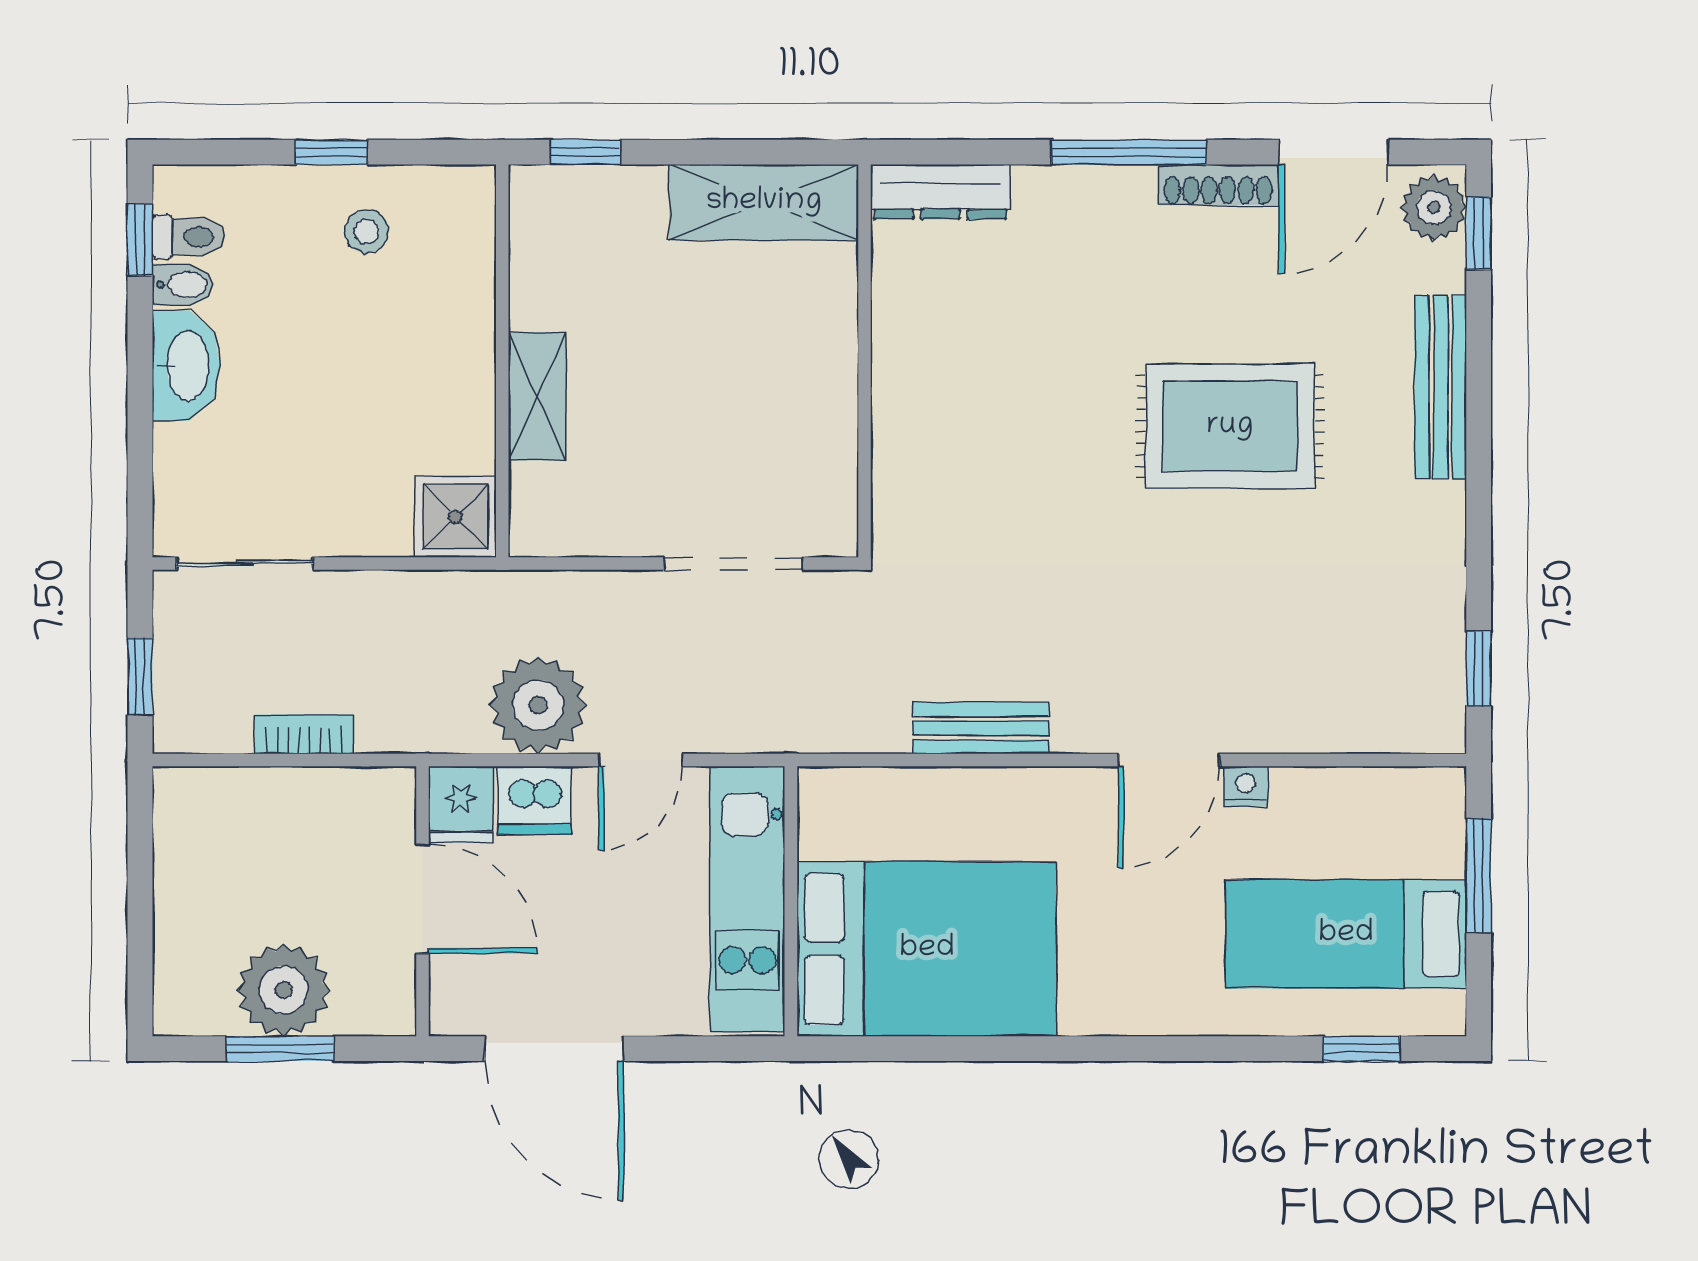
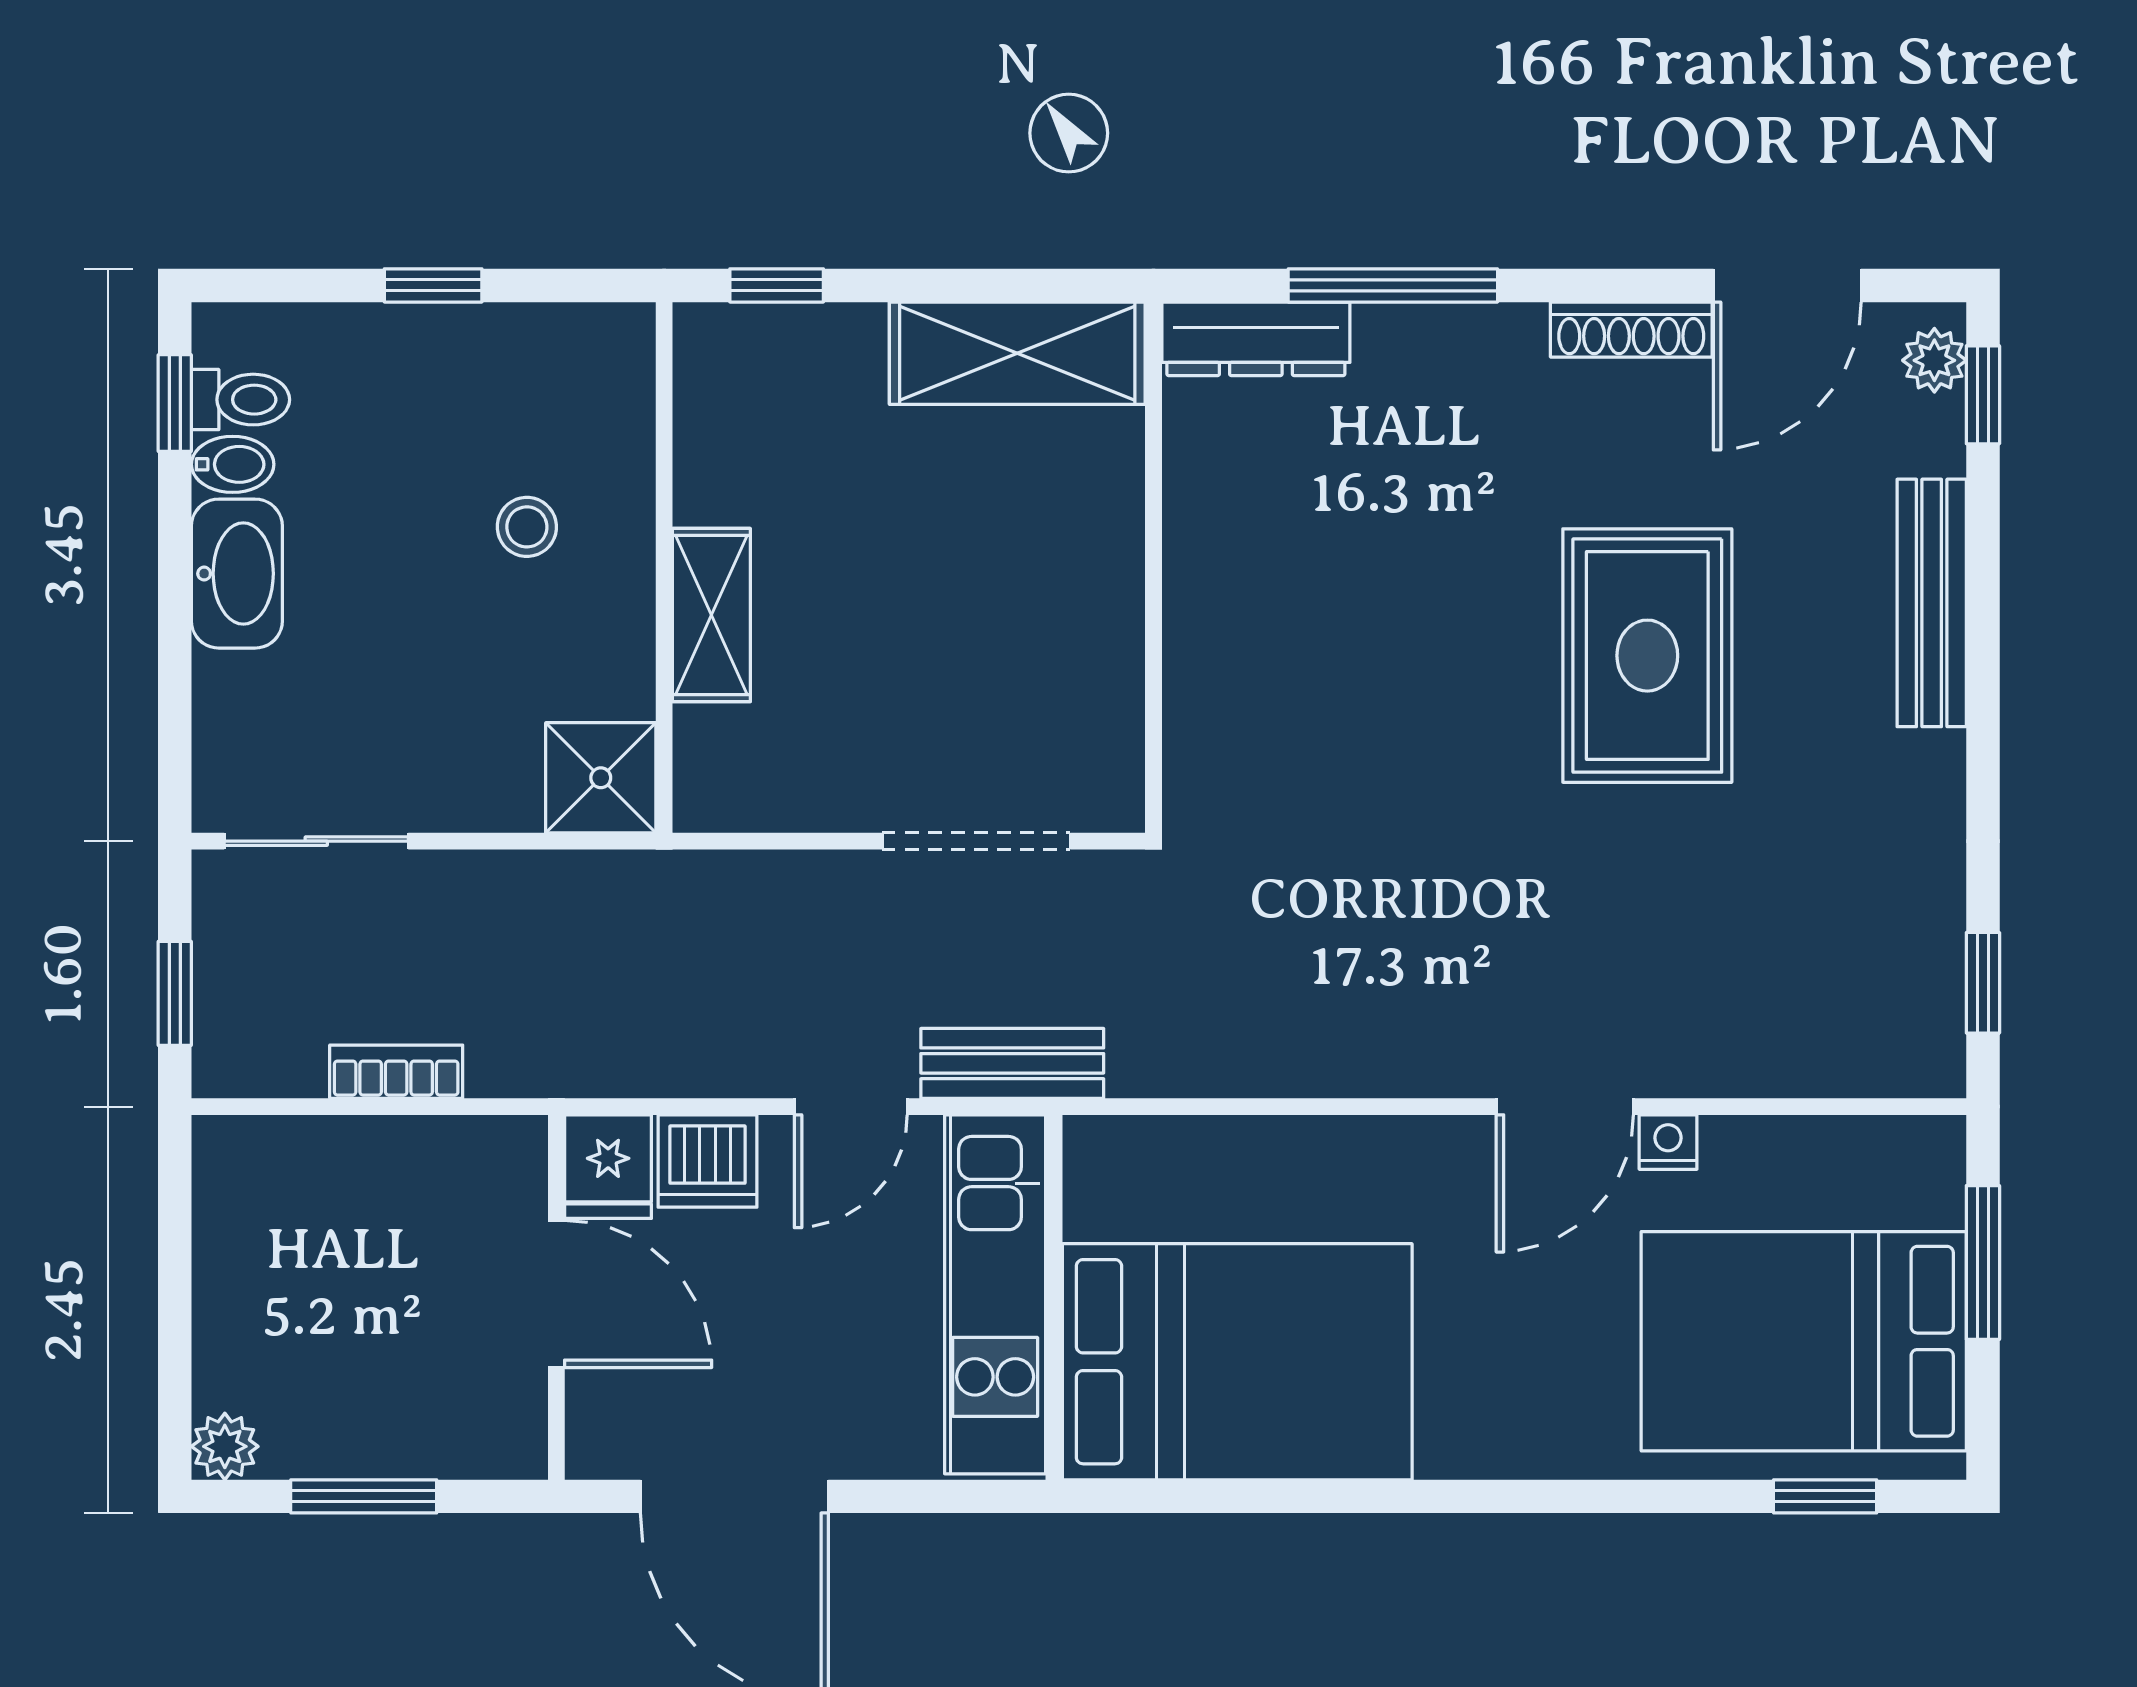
window: (1129, 152) -> (1393, 285), moved
plant: (1434, 208) -> (1934, 360), width x0.73, depth x0.73
stool: (367, 231) -> (527, 527), moved
rug: (1230, 426) -> (1647, 656), turned 90
plant: (538, 705) -> (712, 1032), removed
bench: (981, 728) -> (1012, 1063), moved
bed: (1346, 934) -> (1804, 1341), width x1.50
plant: (284, 990) -> (225, 1446), moved, width x0.53, depth x0.53

